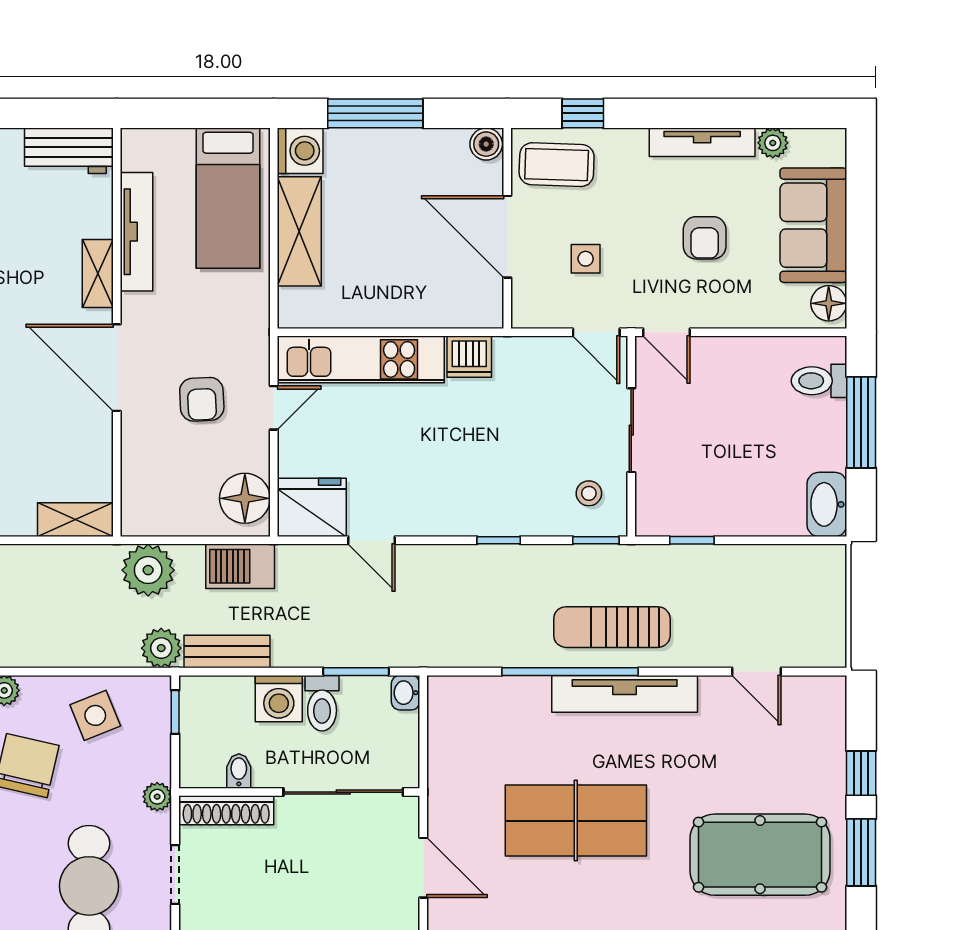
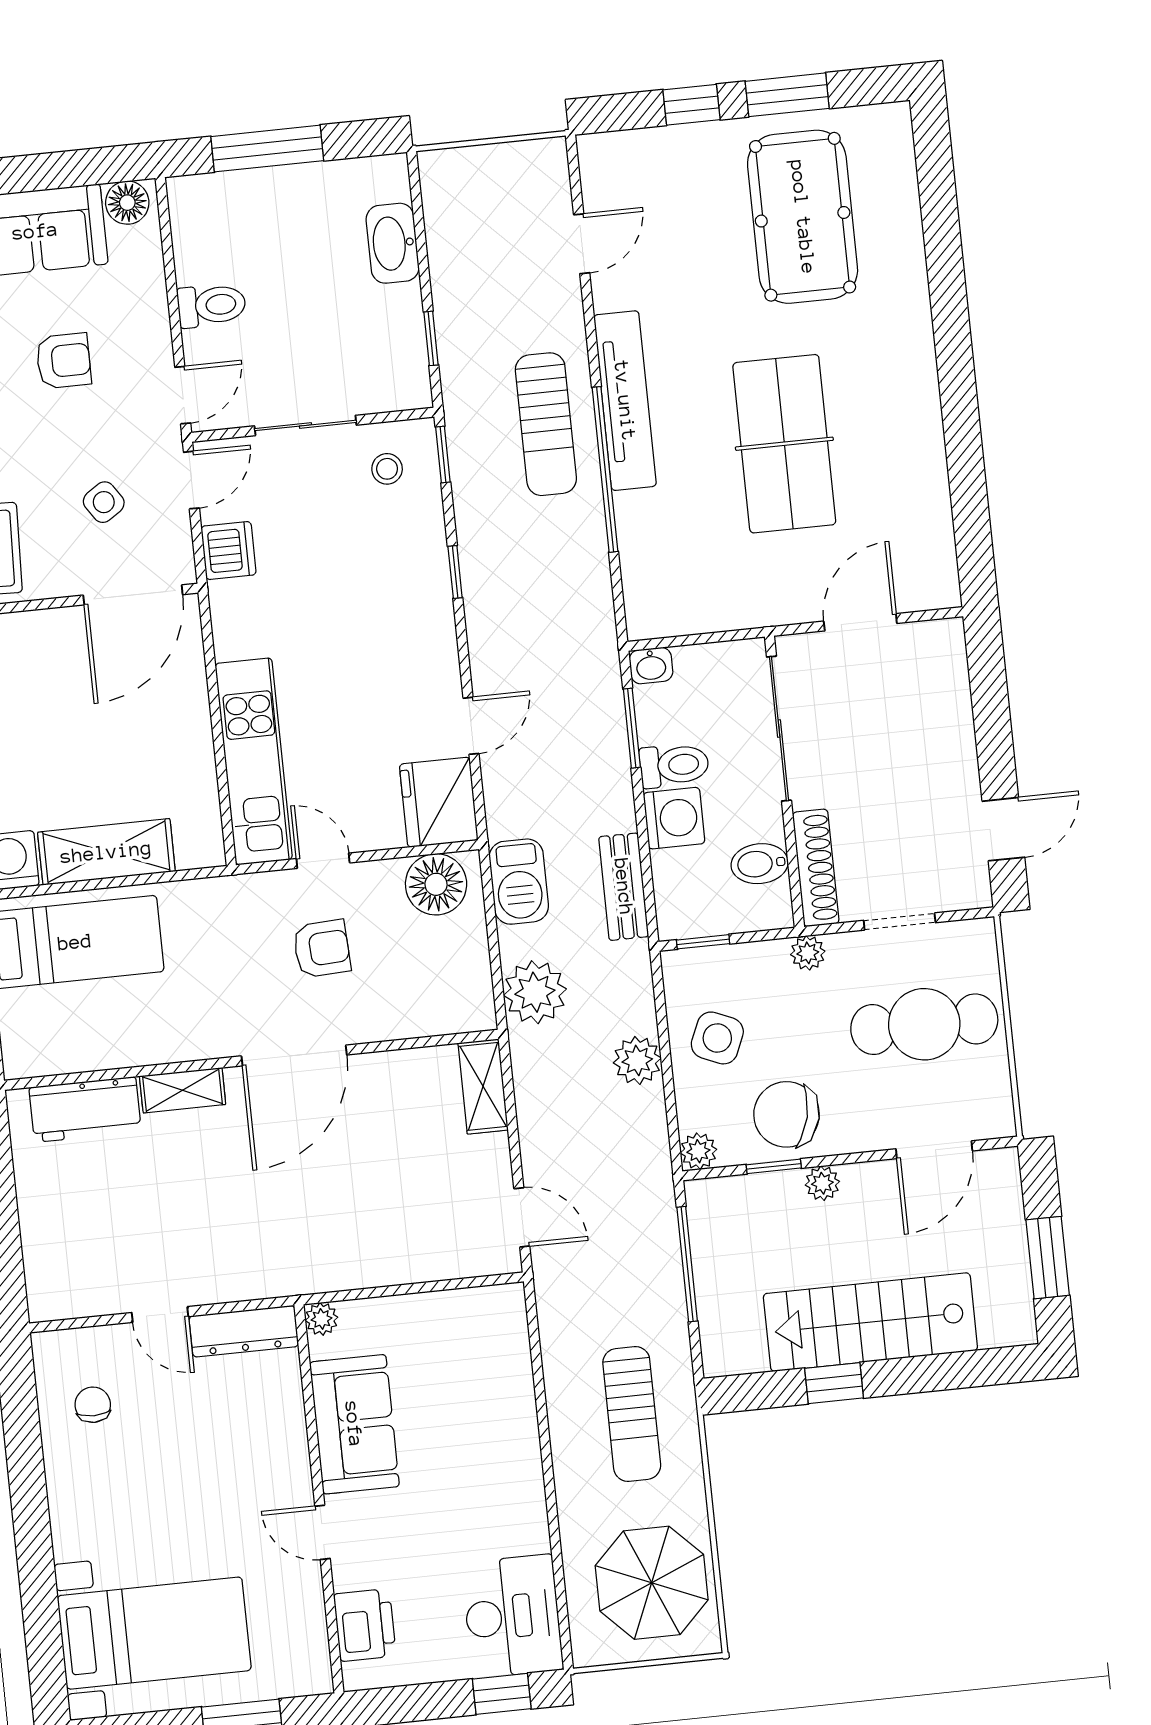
workbench: (69, 151) -> (85, 1109), moved, turned 90
tv unit: (137, 232) -> (127, 1049), removed
door: (507, 237) -> (133, 595), moved
side table: (586, 259) -> (104, 502), turned -34
dishwasher: (469, 357) -> (229, 551), moved
toilet: (819, 381) -> (212, 305), moved, turned -90
washbasin: (827, 504) -> (393, 243), moved, turned 90
plant: (161, 648) -> (637, 1060), moved
side table: (95, 715) -> (717, 1038), turned 45
bidet: (239, 771) -> (760, 864), width x1.38, depth x1.36

